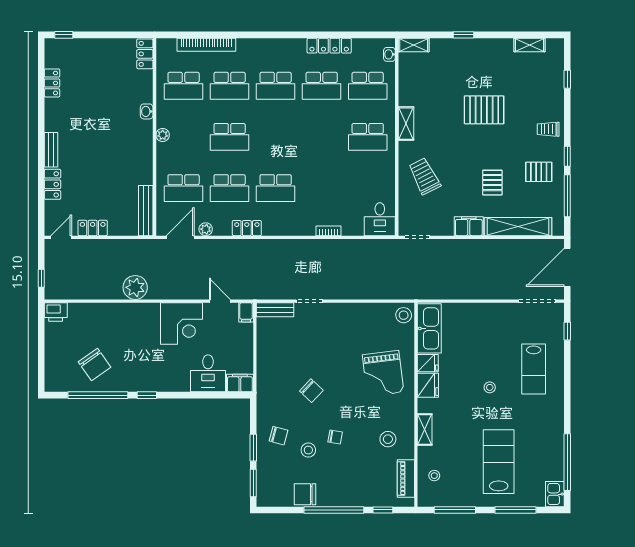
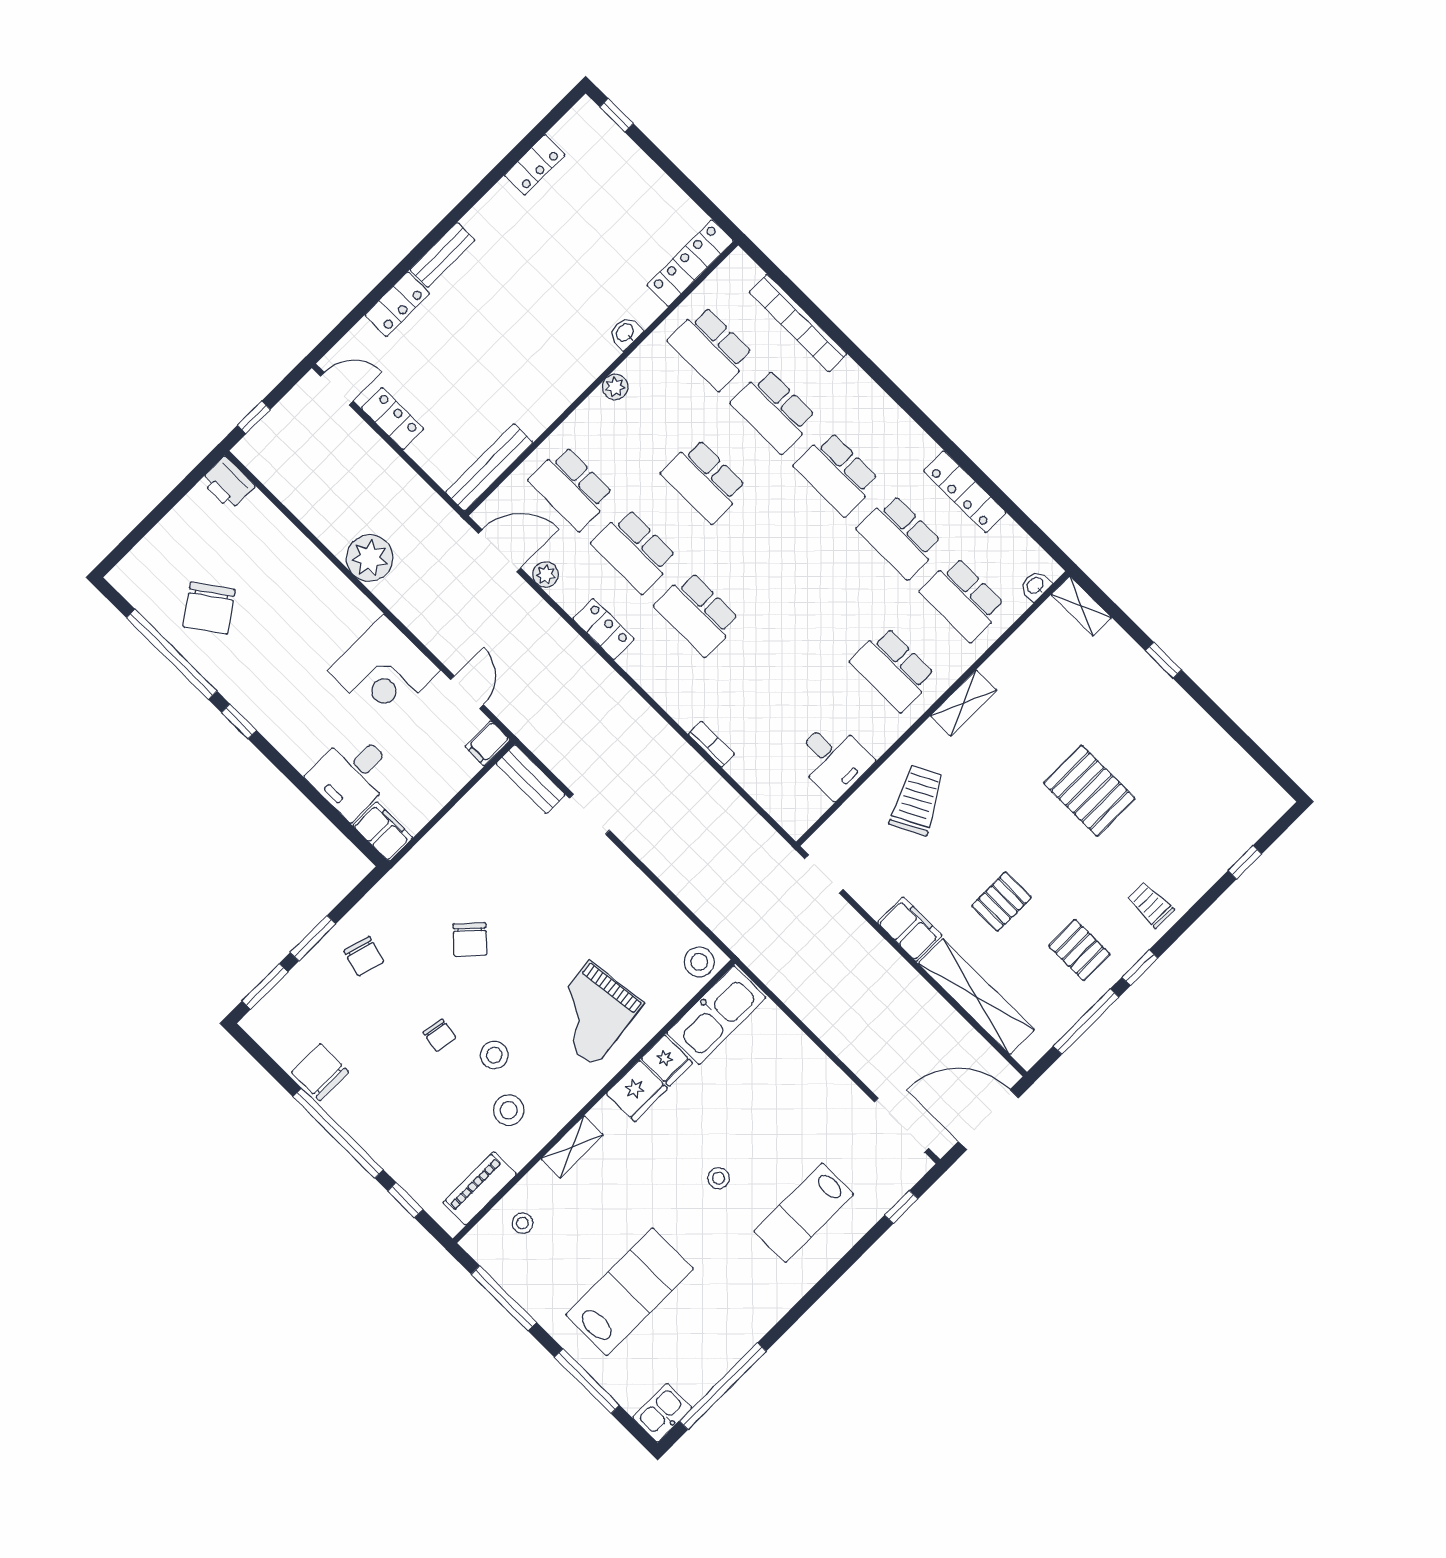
shelving: (530, 45) -> (1240, 764), removed
locker: (145, 54) -> (690, 263), width x1.53
desk: (380, 219) -> (833, 759), moved, turned -90
stool: (308, 450) -> (494, 1055), moved

